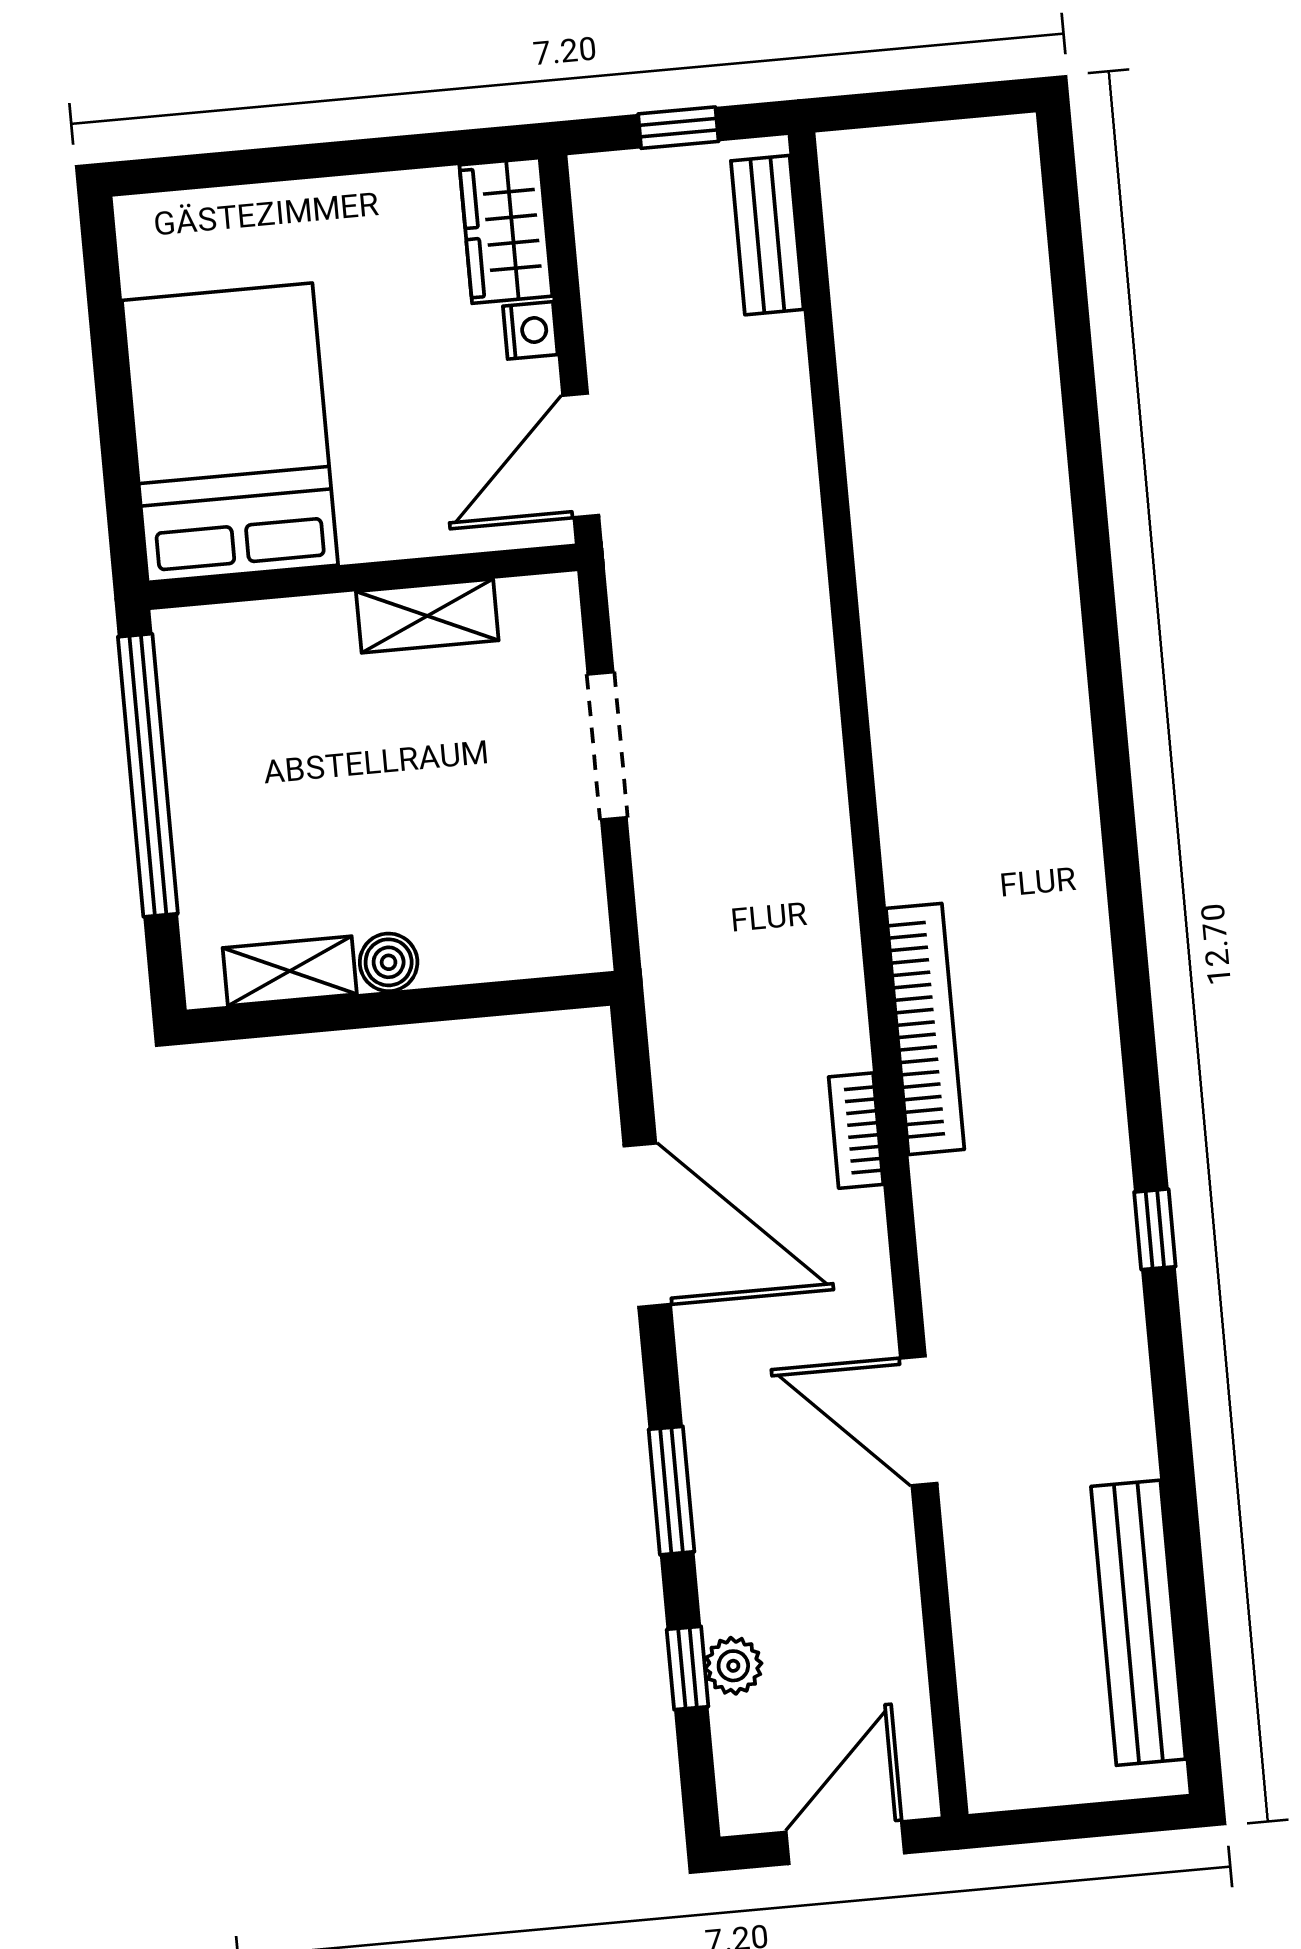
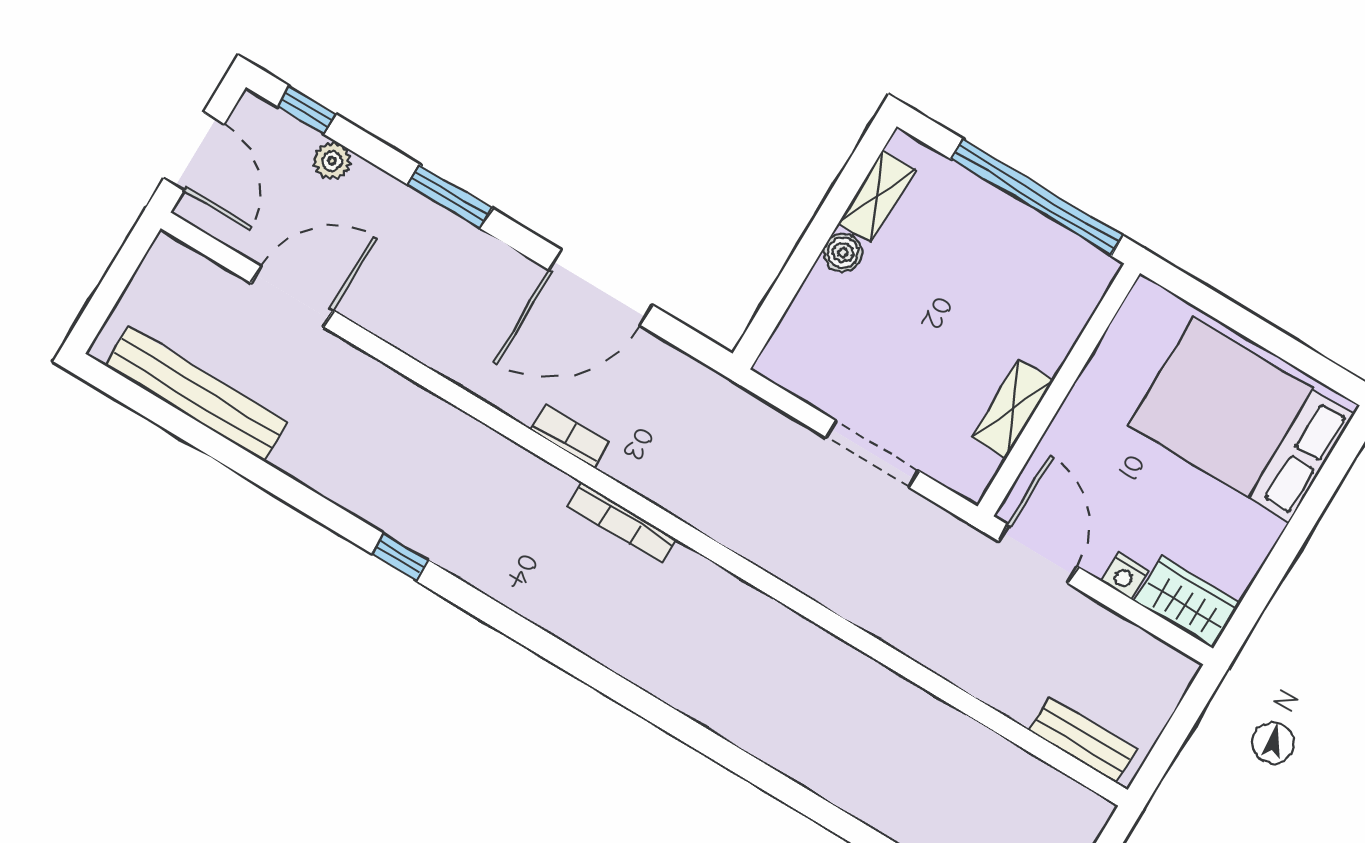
window: (678, 128) -> (1175, 735), removed
bed: (230, 433) -> (1242, 420), moved, turned 180
bookcase: (925, 1029) -> (622, 523), width x0.68, depth x0.76
door: (919, 1421) -> (292, 297), moved
window: (688, 1668) -> (307, 110), moved

